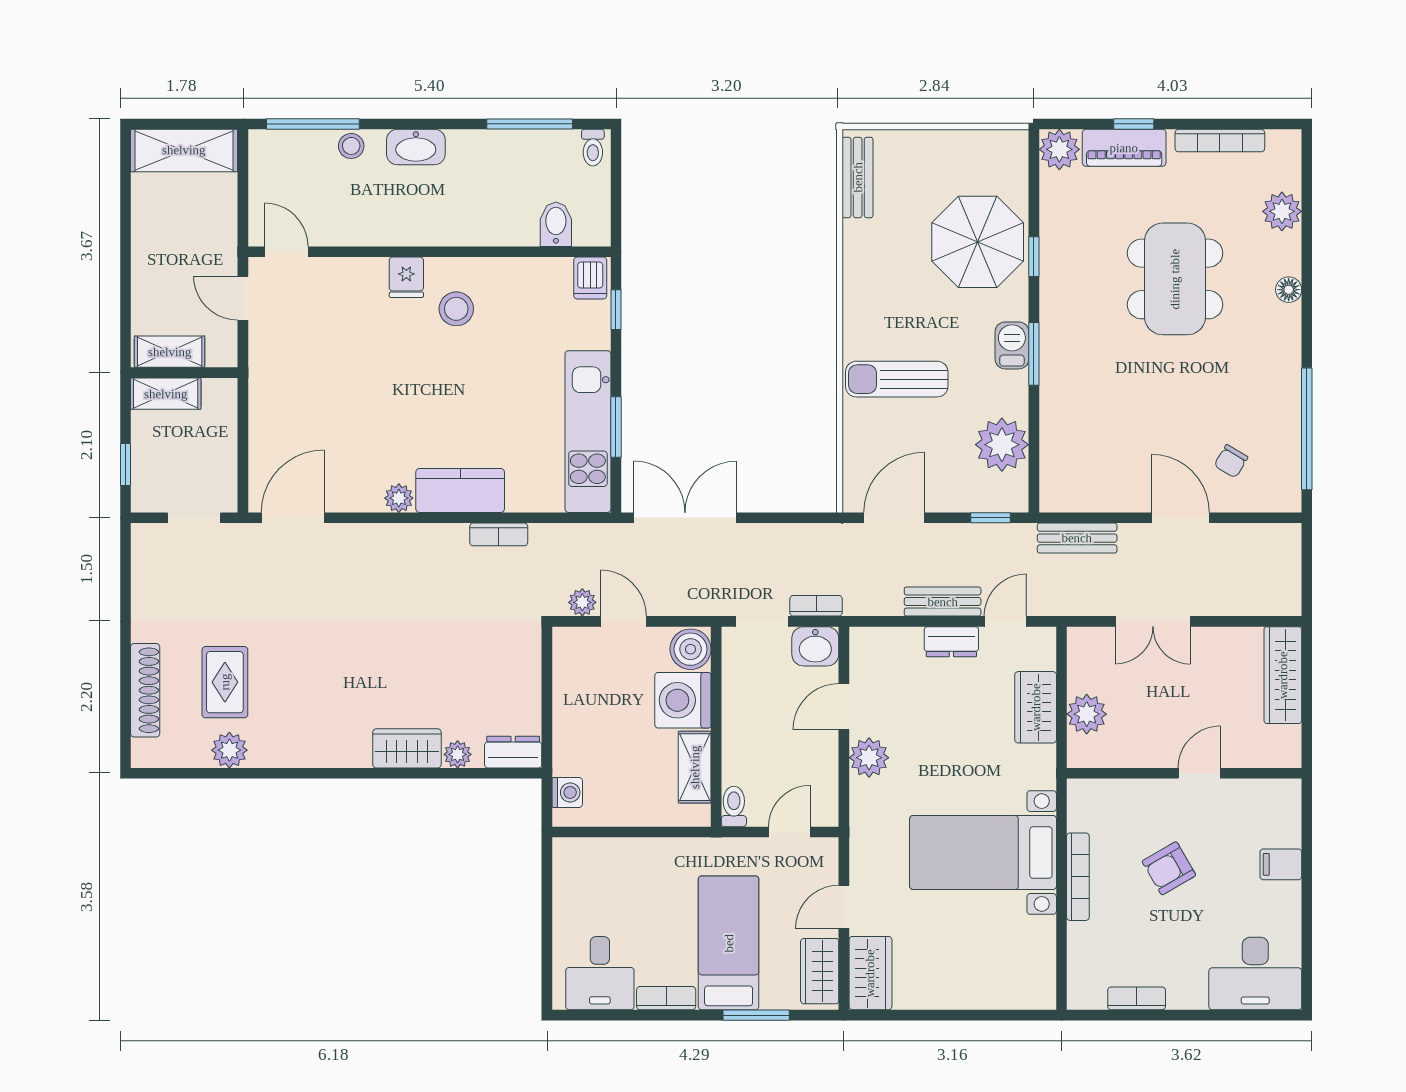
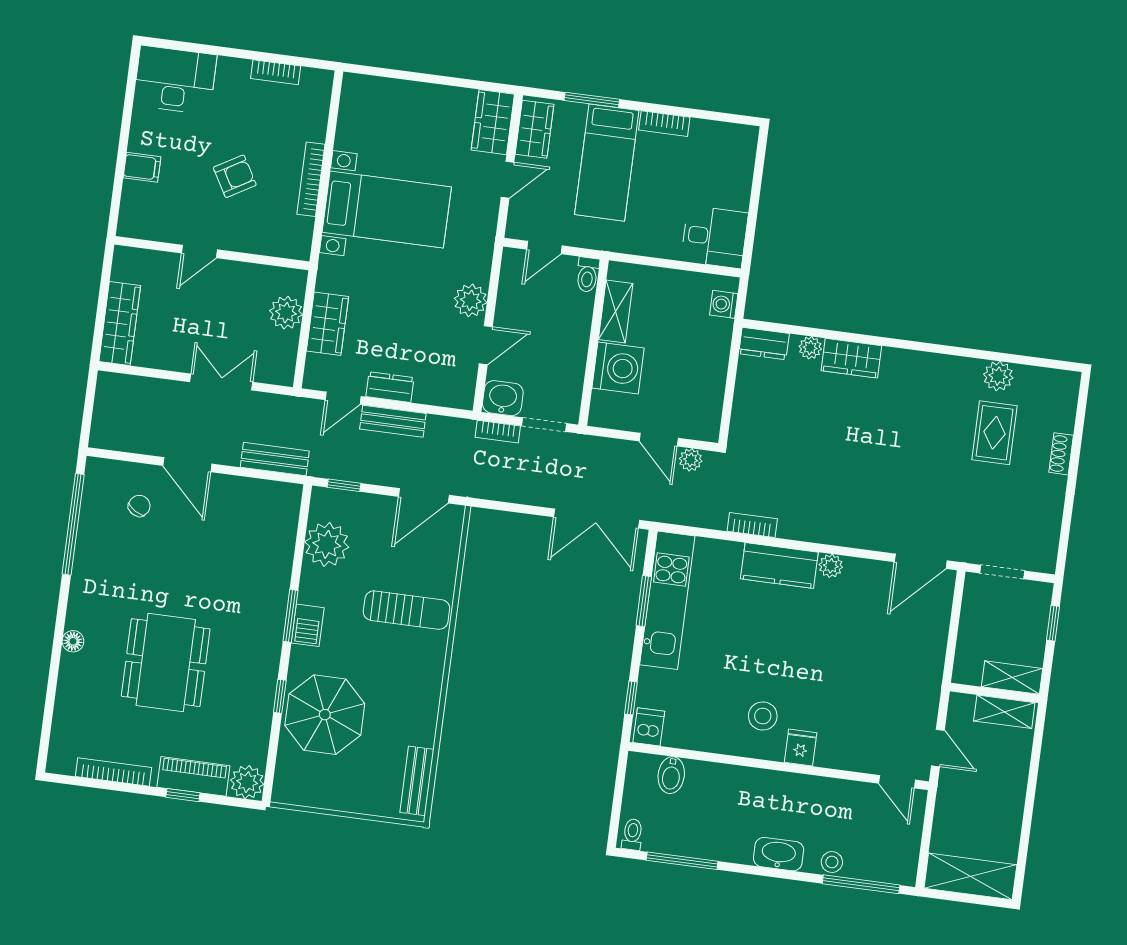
plant: (1282, 211) -> (70, 707), removed
boiler: (691, 649) -> (606, 409), removed
shoe rack: (145, 690) -> (1061, 454), width x0.51, depth x0.81
desk: (600, 973) -> (714, 237), moved, turned 90

